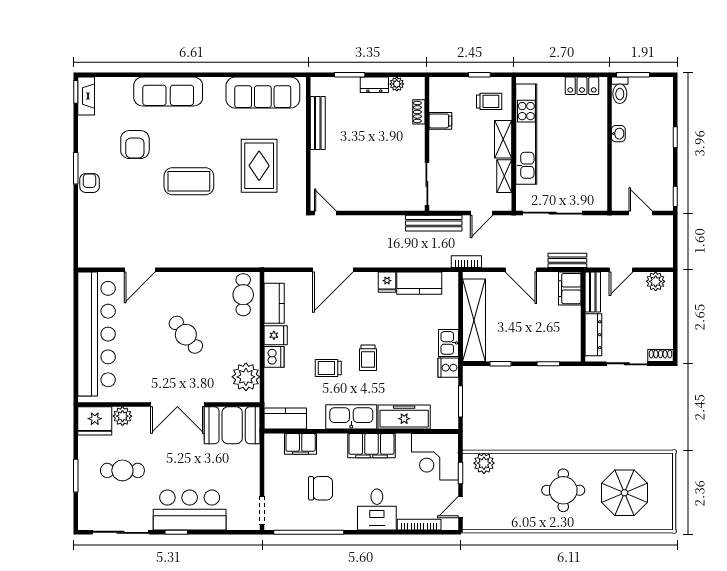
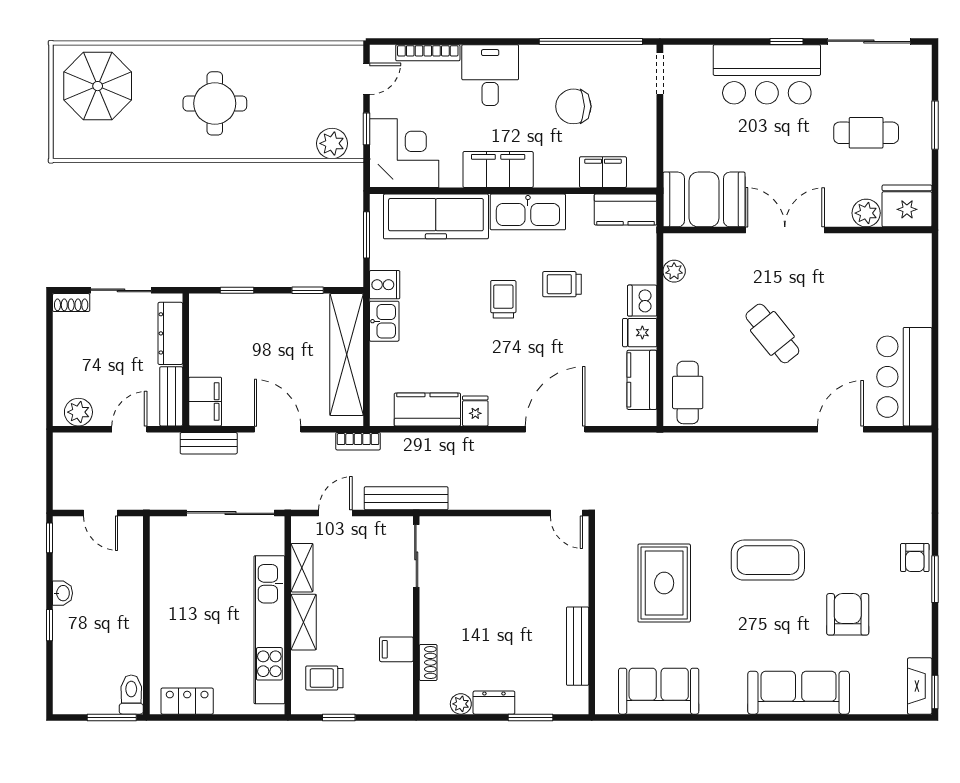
sofa: (263, 93) -> (659, 691), width x0.73
washbasin: (618, 134) -> (62, 593), moved, turned 180
bar counter: (97, 334) -> (904, 377), width x0.54
trolley: (328, 368) -> (562, 284), turned 180
plant: (246, 377) -> (674, 271), width x0.53, depth x0.53
freezer: (404, 417) -> (436, 216), width x1.36, depth x1.26
parasol: (625, 493) -> (98, 86), moved

